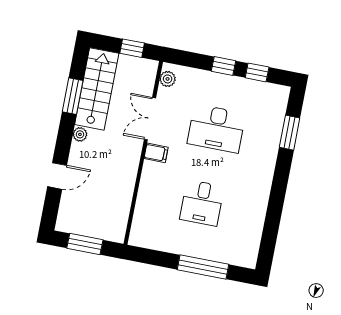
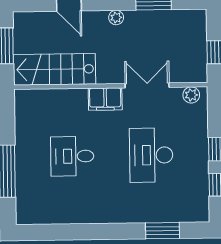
stairs: (97, 89) -> (54, 69), moved, turned 180
filing cabinet: (156, 153) -> (105, 99), width x2.00

